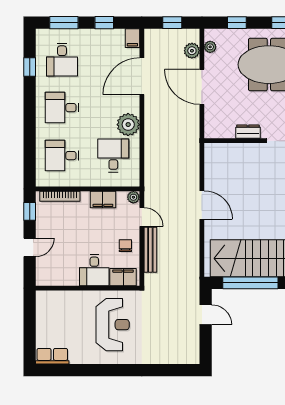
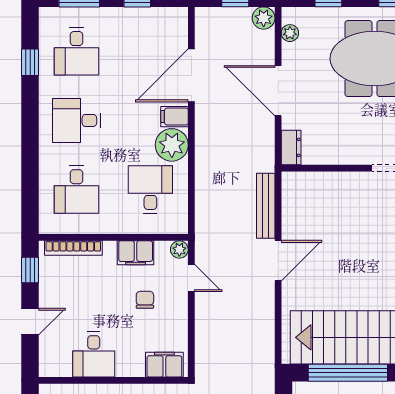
filing cabinet: (132, 38) -> (175, 117), moved, turned 90
plant: (192, 51) -> (264, 18), moved
dresser: (248, 132) -> (291, 147), moved, turned 90
desk: (62, 156) -> (77, 190), turned -90
door: (202, 205) -> (278, 261), hinge flipped
chair: (125, 246) -> (145, 300), moved
bench: (150, 250) -> (266, 206), moved
desk: (94, 270) -> (94, 355), moved

